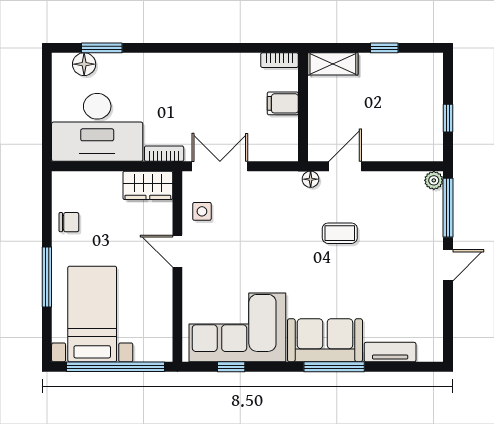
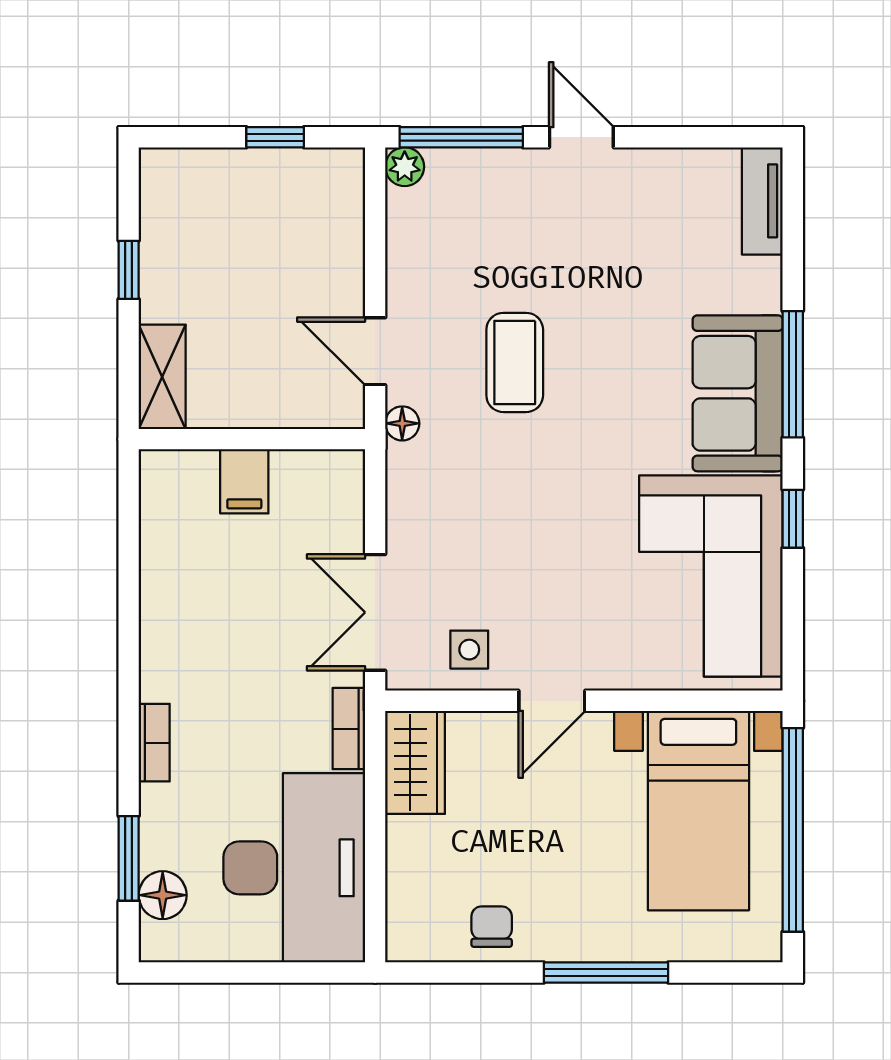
bookcase: (280, 60) -> (154, 743), moved
coffee table: (340, 233) -> (515, 362), width x1.36, depth x1.30
bed with nightstands: (92, 314) -> (698, 811), moved, turned -90
tv unit: (390, 352) -> (762, 201), moved
window: (231, 367) -> (793, 519), moved

